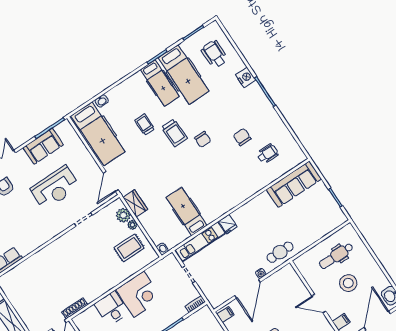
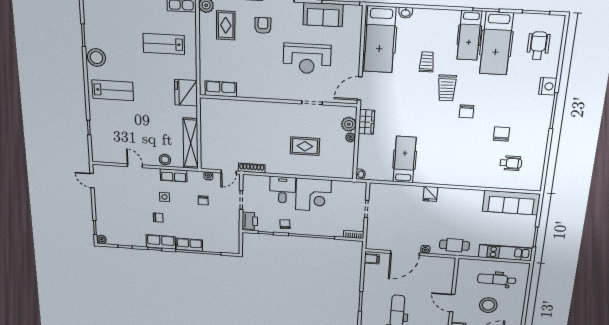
kitchen unit: (200, 242) -> (505, 253), moved, turned 180
rug: (129, 248) -> (305, 146), moved

